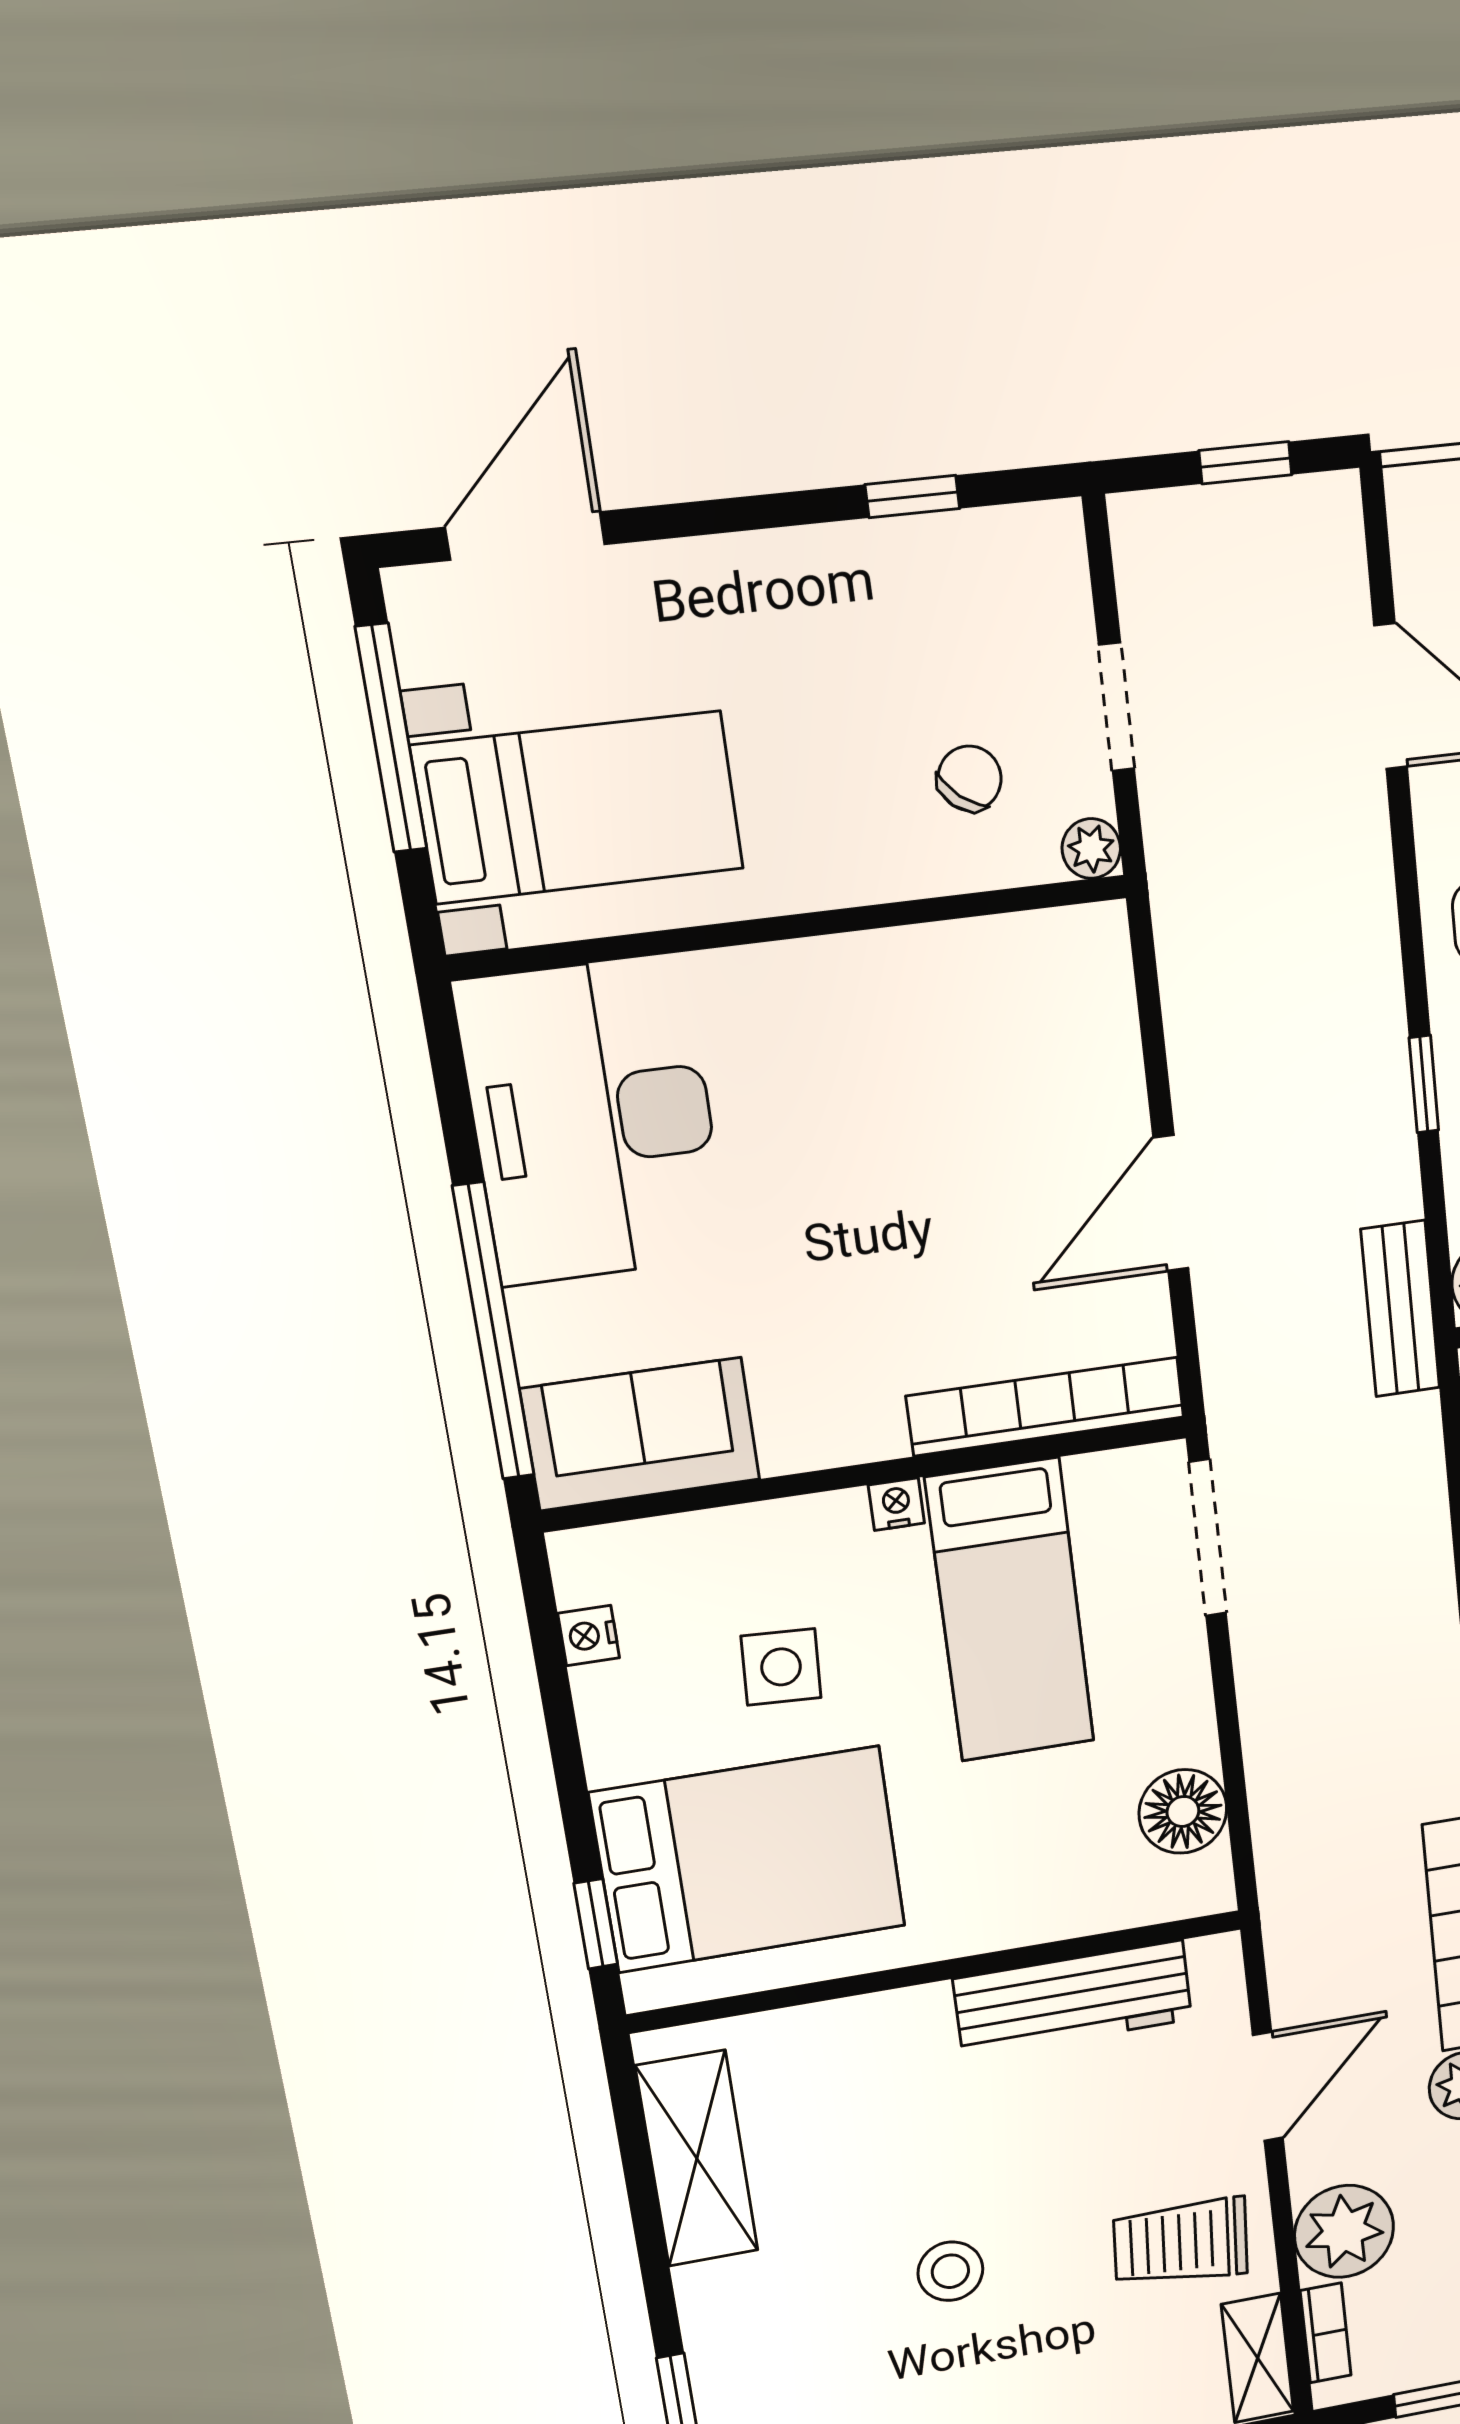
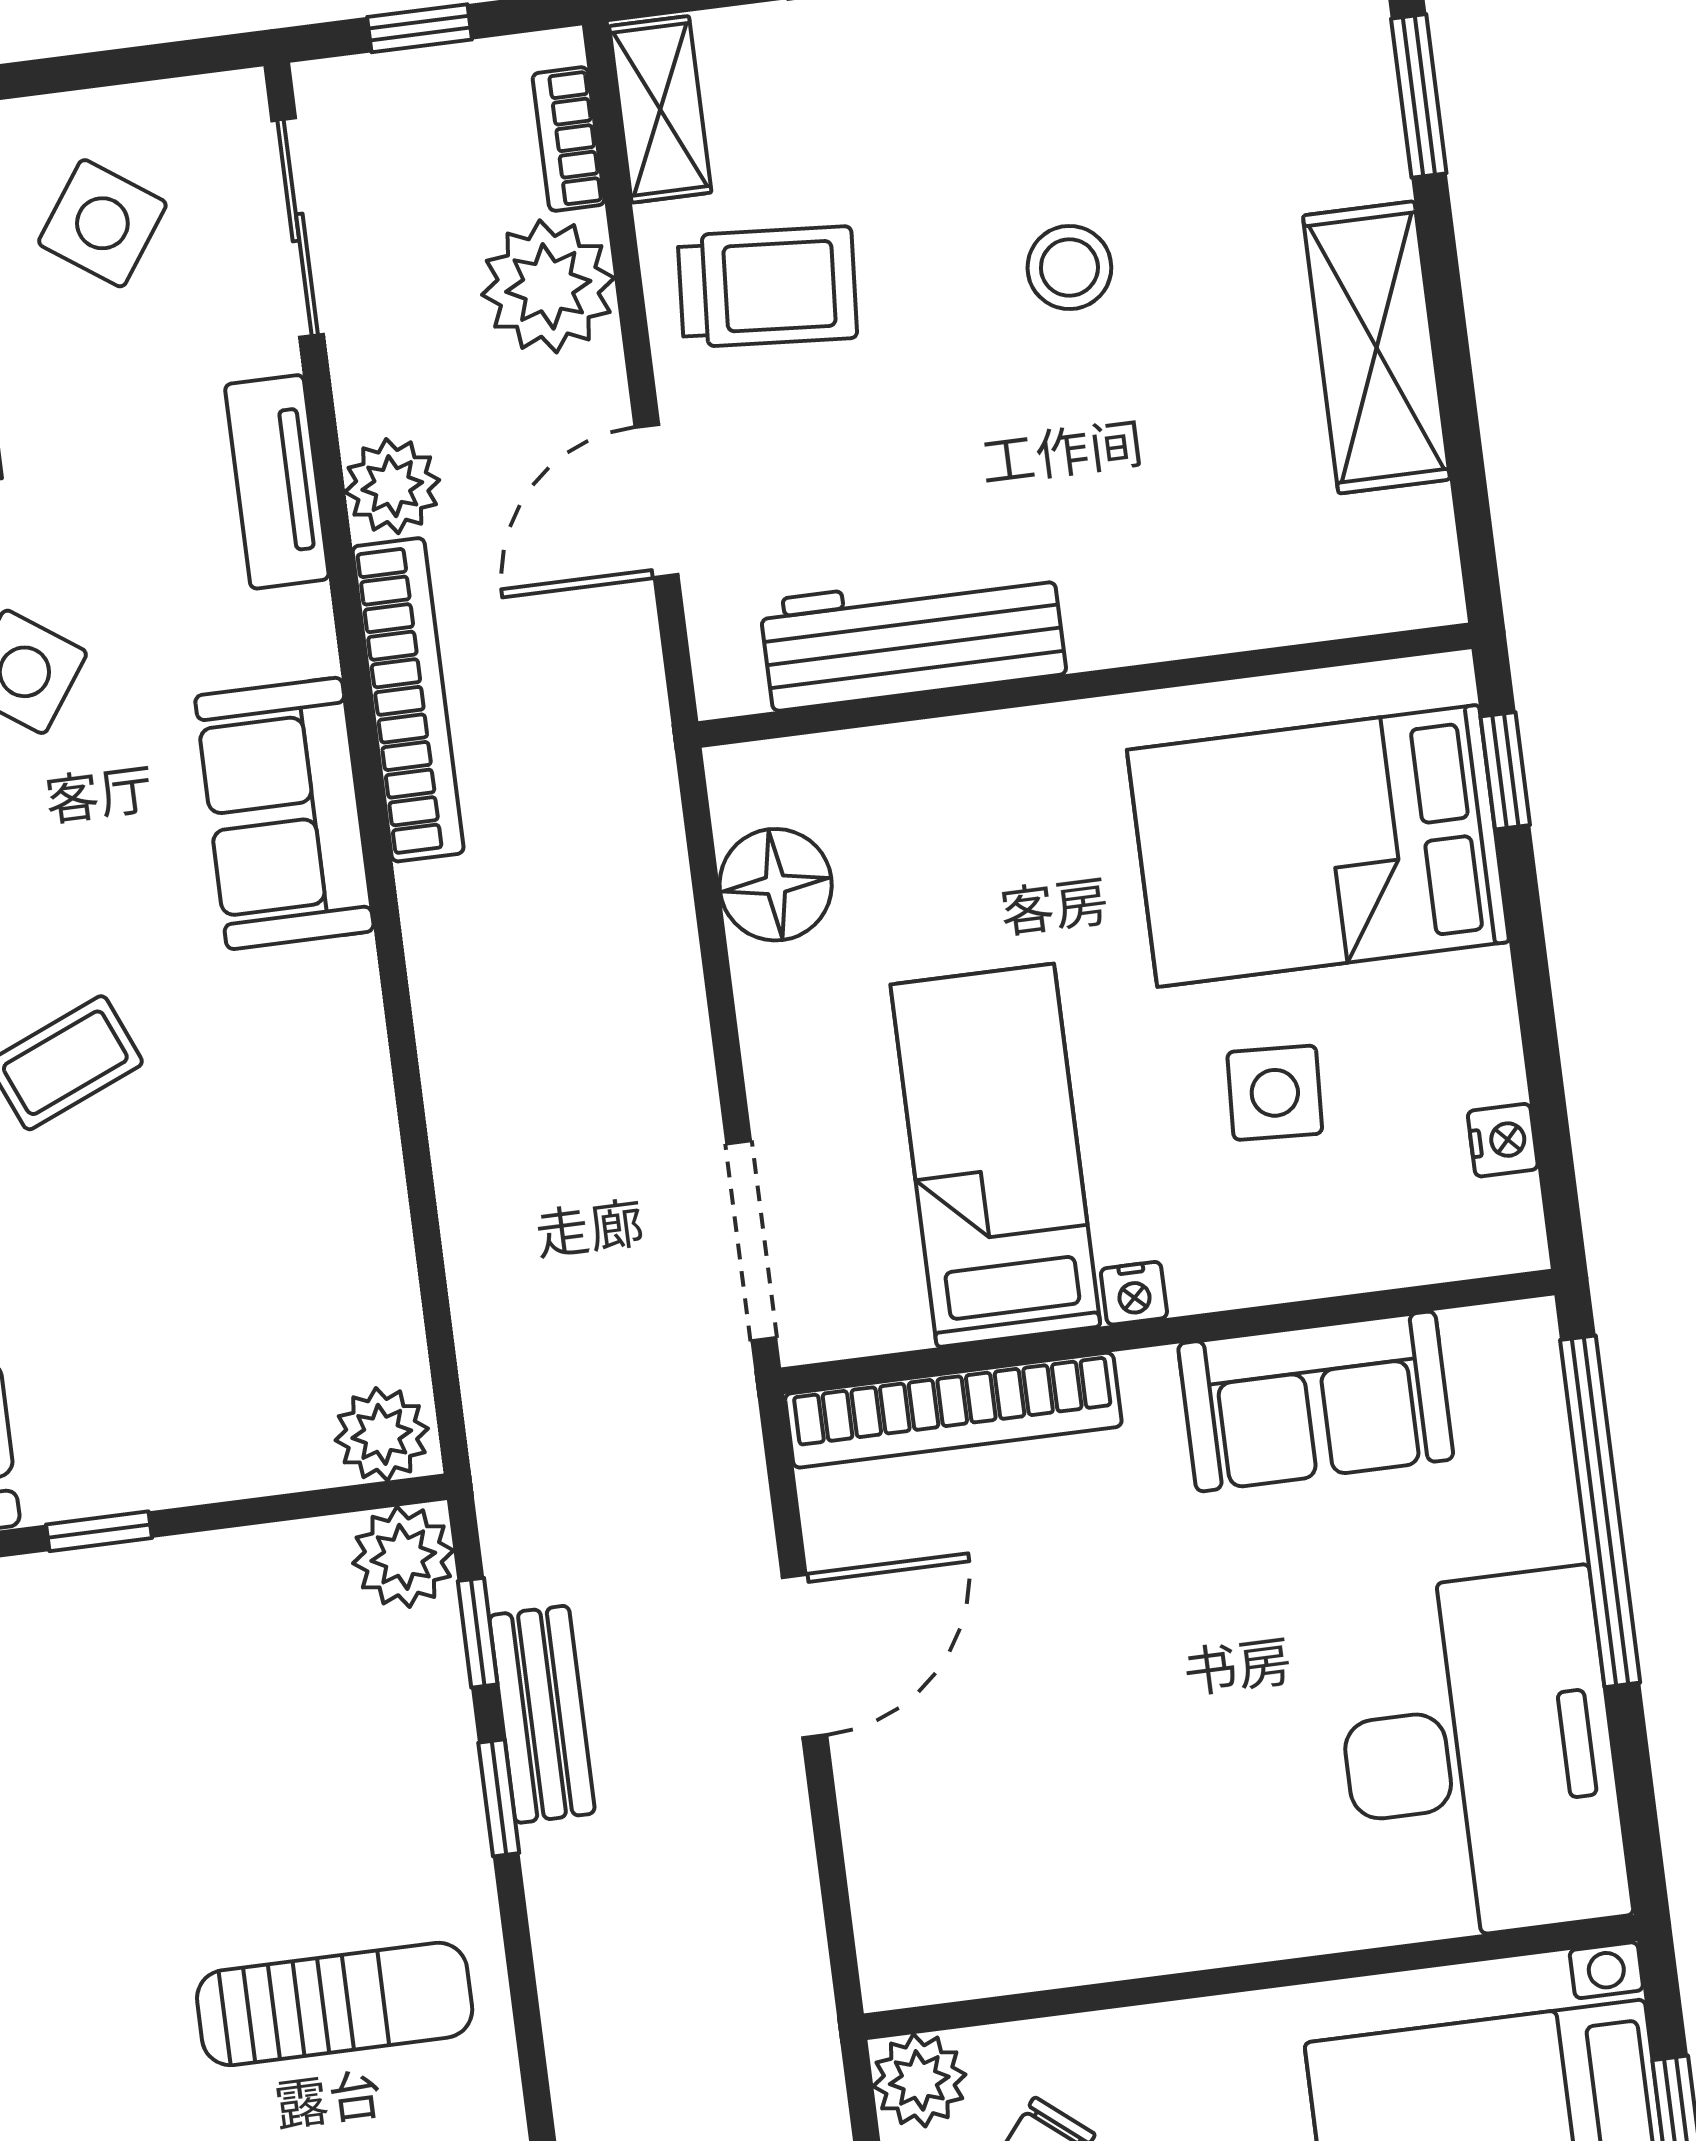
plant: (1091, 848) -> (919, 2080), width x1.38, depth x1.38
window: (1436, 1220) -> (478, 1633), added
bench: (1400, 1309) -> (542, 1714), moved
sofa: (640, 1434) -> (1316, 1401), moved
shelving: (697, 2159) -> (1376, 347), moved

